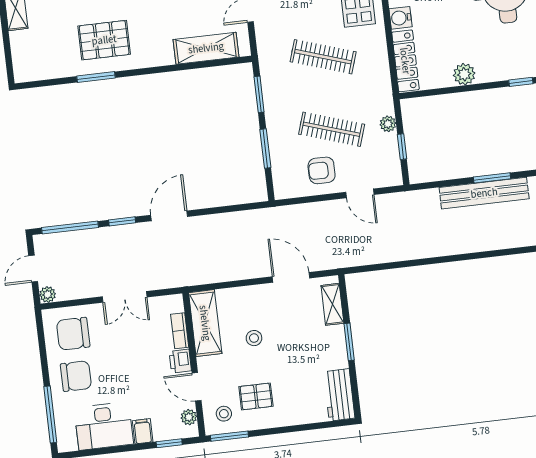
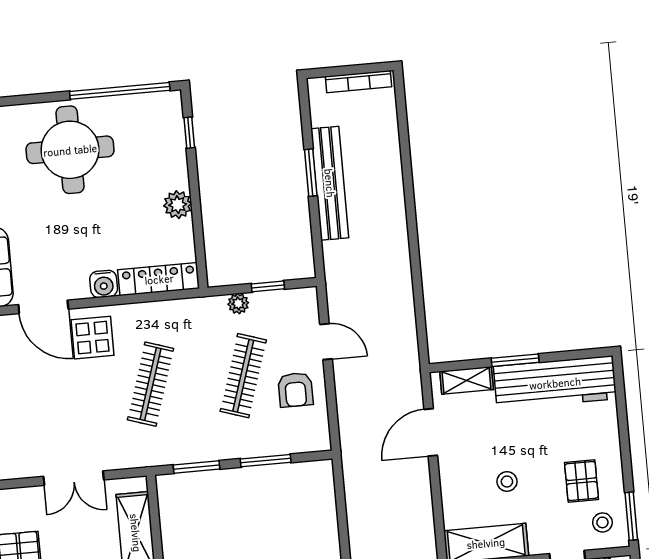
door: (360, 193) -> (326, 342), hinge flipped
workbench: (339, 395) -> (555, 383), width x1.88, depth x1.32

